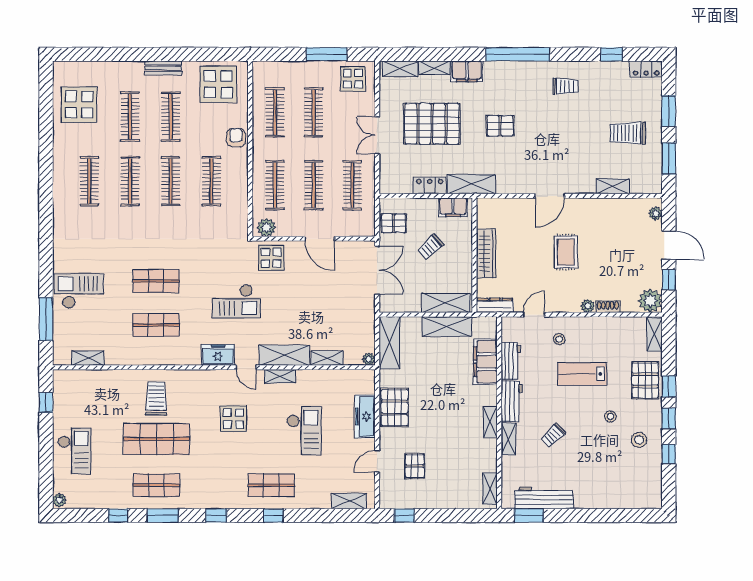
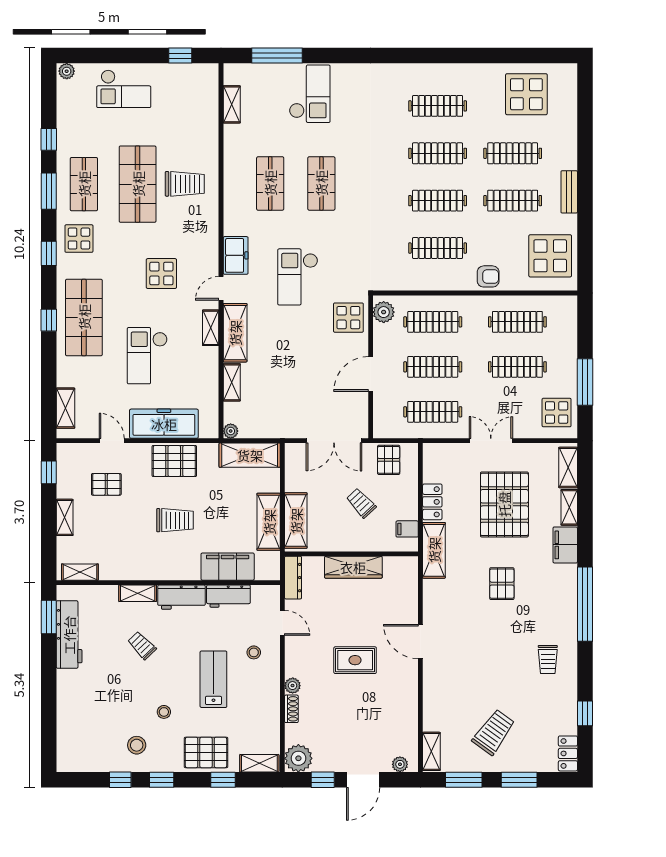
trolley: (628, 133) -> (494, 732), turned 36
shelving: (613, 186) -> (431, 751), moved
filing cabinet: (453, 207) -> (407, 529), width x0.50
window: (669, 386) -> (223, 780), moved
trolley: (445, 407) -> (175, 520), added
freezer: (365, 416) -> (164, 424), width x1.36, depth x1.26
shelving: (490, 422) -> (65, 517), moved, turned 90
checkout: (304, 431) -> (147, 356), turned 90
shop shelf: (271, 485) -> (84, 317), width x1.43, depth x1.36
display table: (203, 489) -> (79, 239), added

